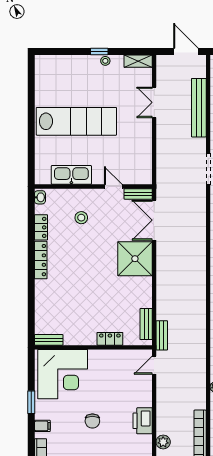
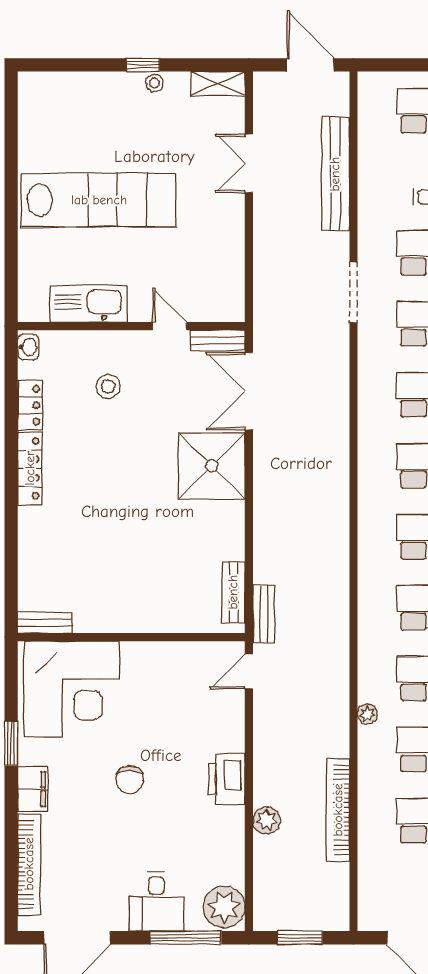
locker: (110, 339) -> (163, 621), removed
filing cabinet: (42, 426) -> (33, 789), width x2.00

